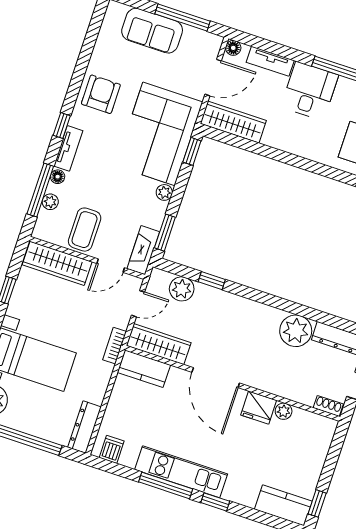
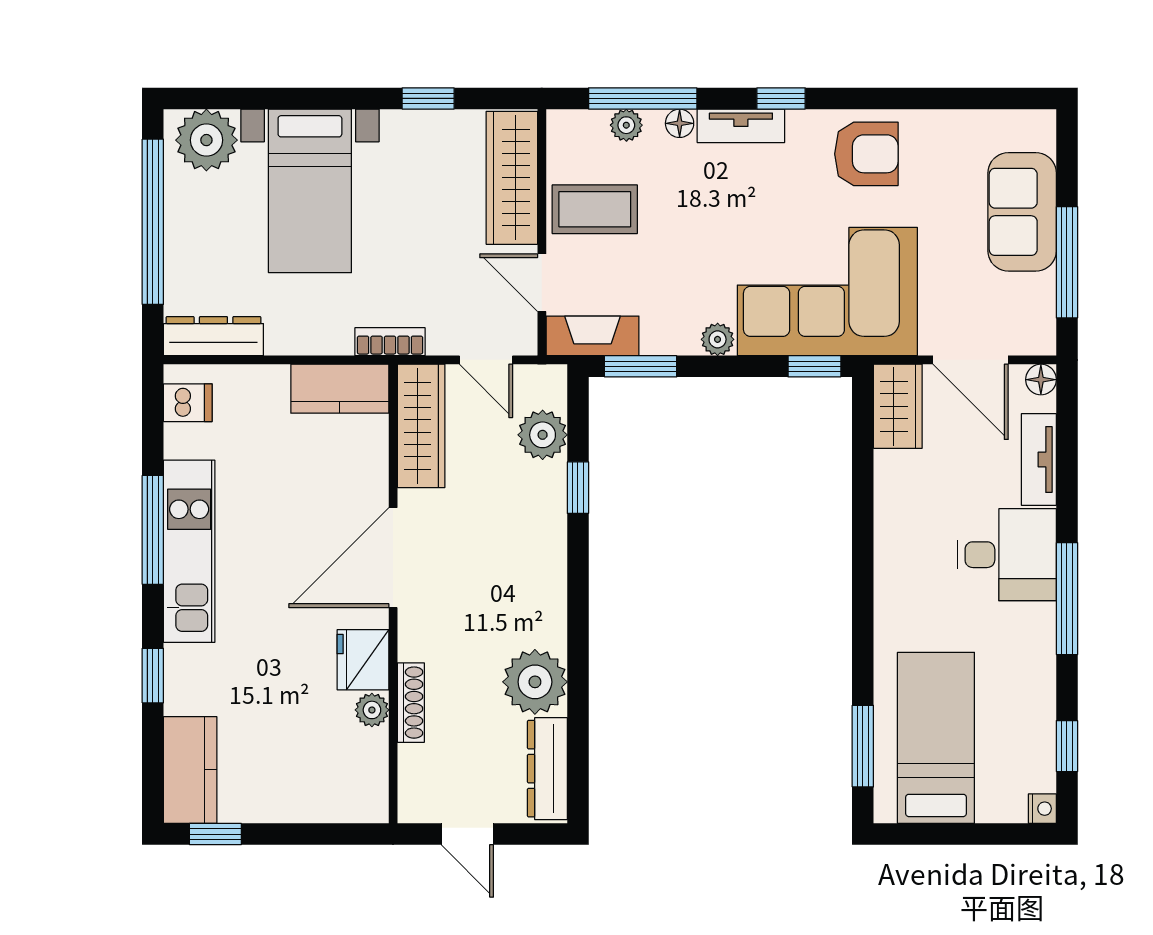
wardrobe: (233, 122) -> (898, 406), width x0.67
kitchen counter: (144, 369) -> (340, 389), moved, turned -90
shoe rack: (328, 406) -> (411, 703), moved, width x1.43
window: (215, 502) -> (153, 676), moved

